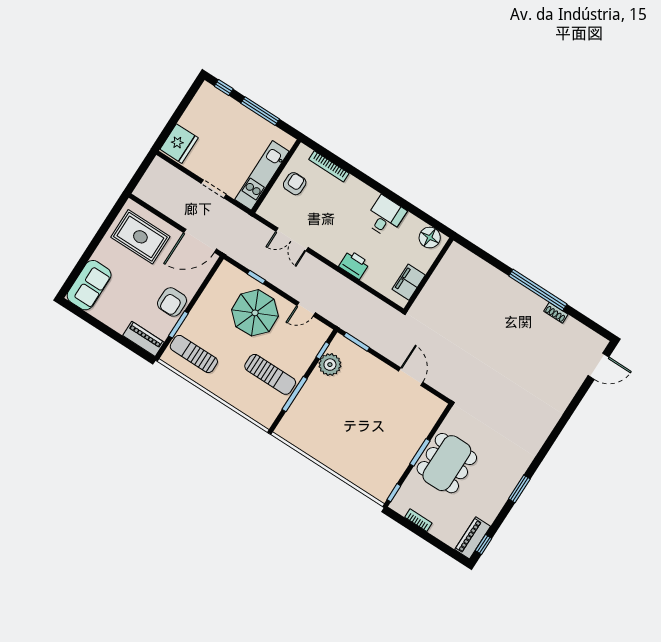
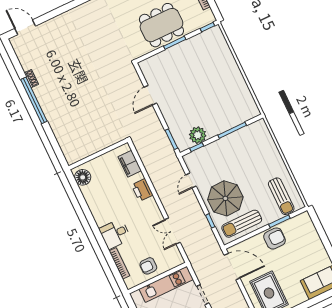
desk: (385, 216) -> (115, 234), moved
double door: (292, 239) -> (172, 231), swing flipped
filing cabinet: (409, 282) -> (130, 164), moved, turned 90
door: (306, 309) -> (191, 180), swing flipped
piano: (143, 339) -> (308, 226), removed
sun lounger: (270, 374) -> (242, 224), moved, turned -90

